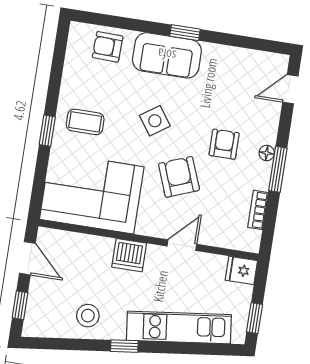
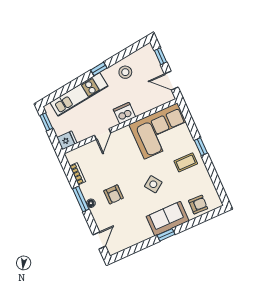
armchair: (179, 177) -> (125, 165), removed

